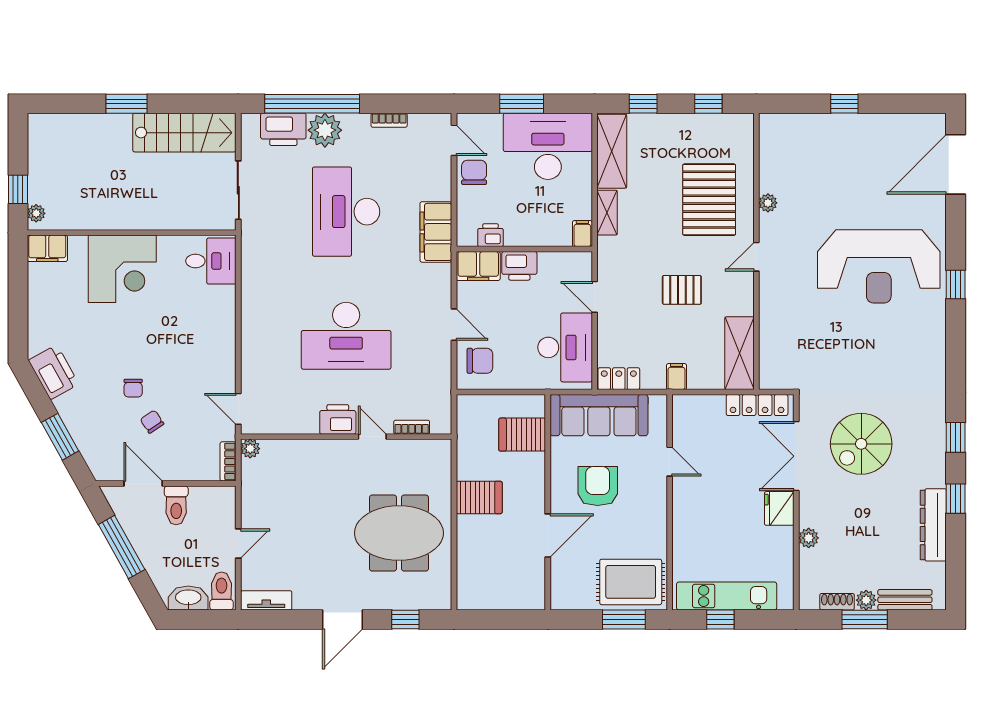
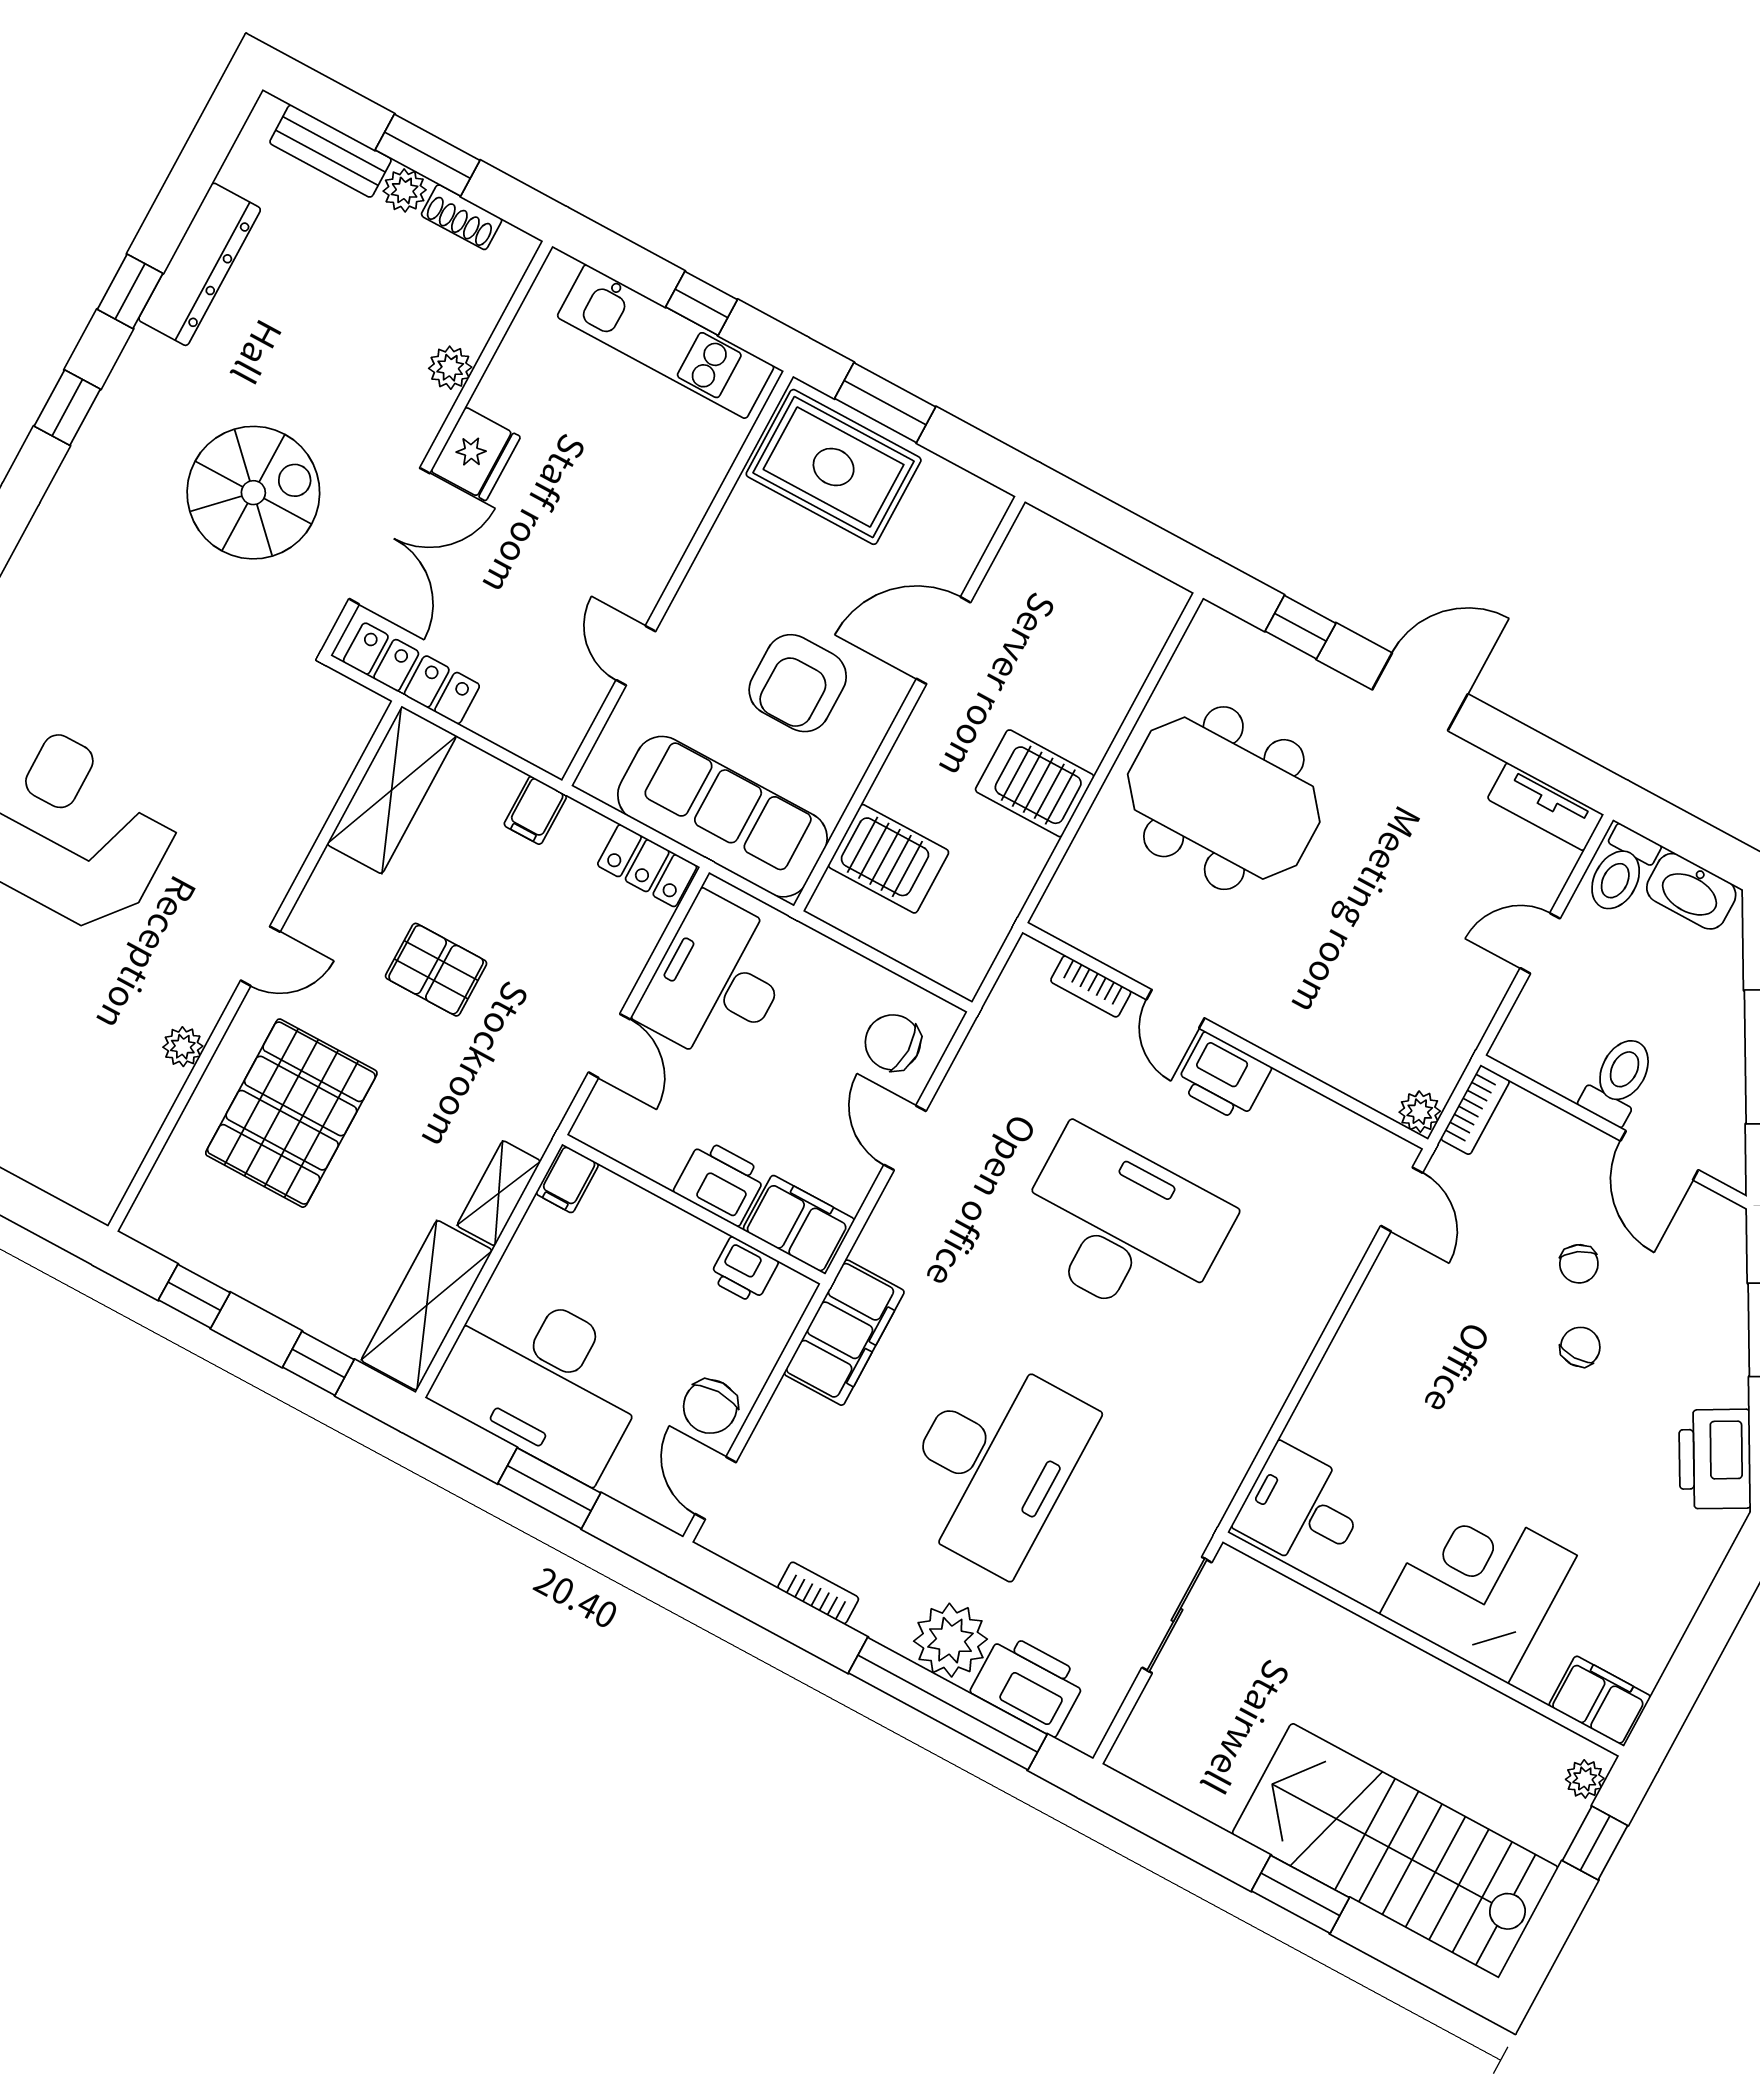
stairs: (184, 133) -> (1395, 1851), moved, width x1.36, depth x1.51

